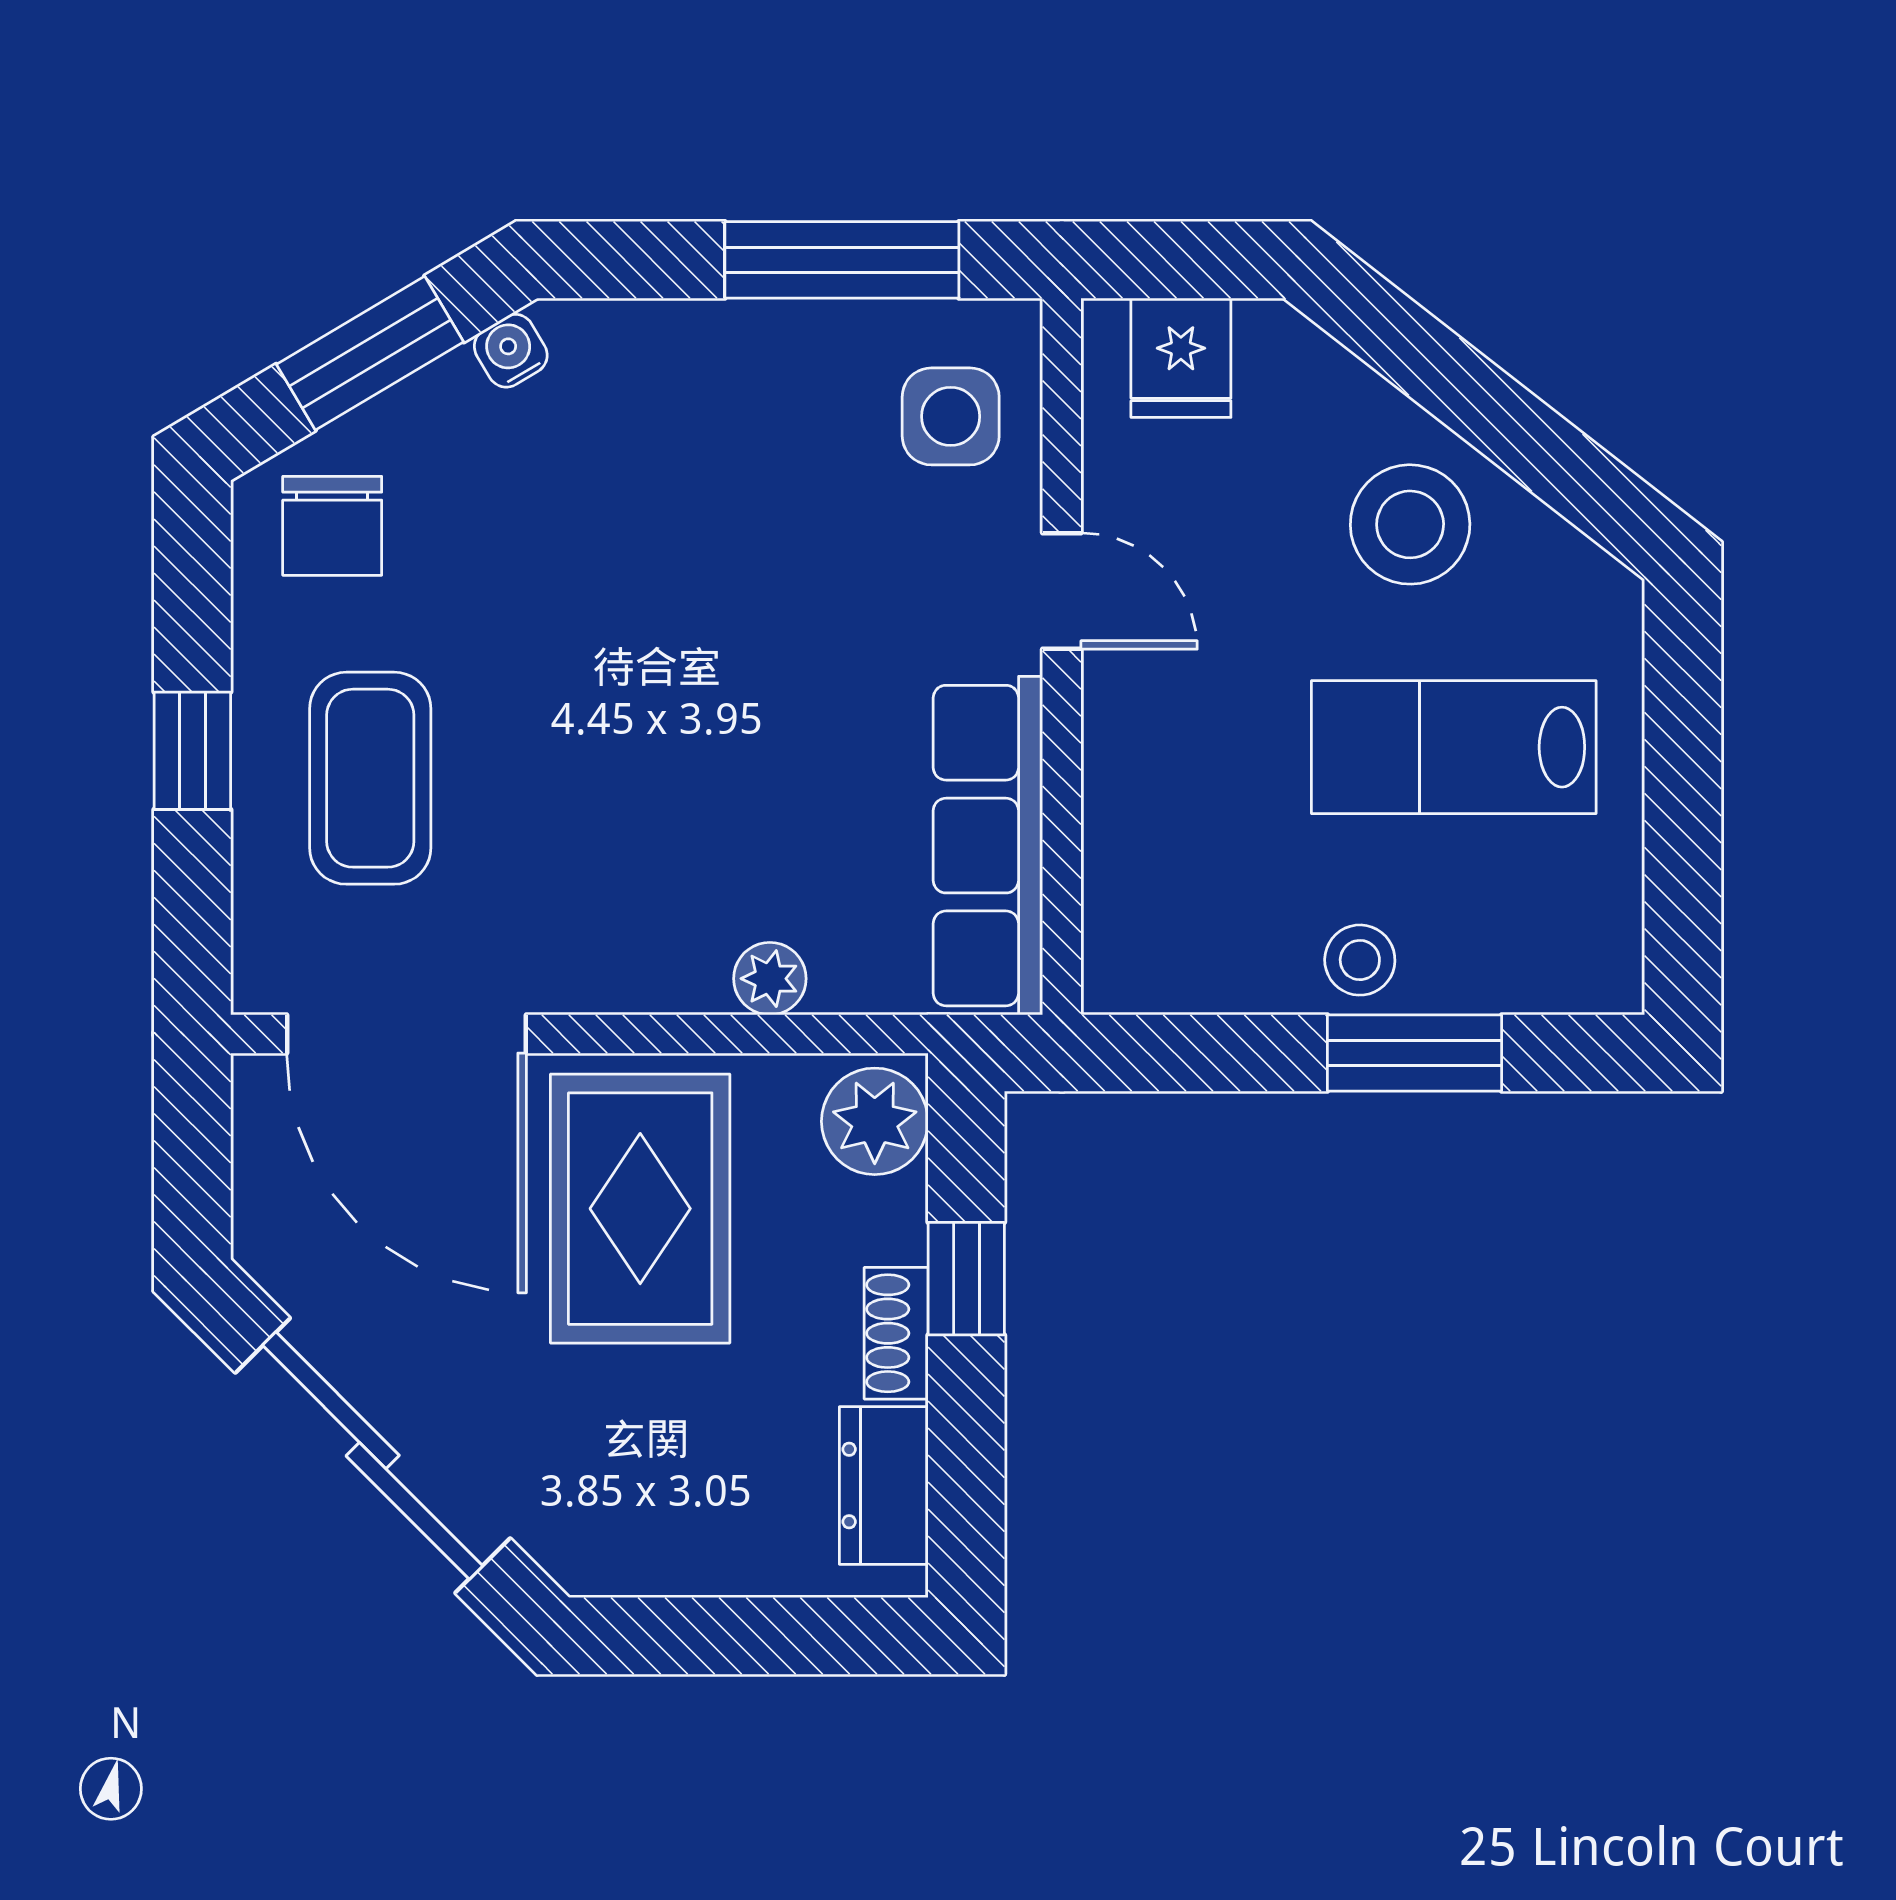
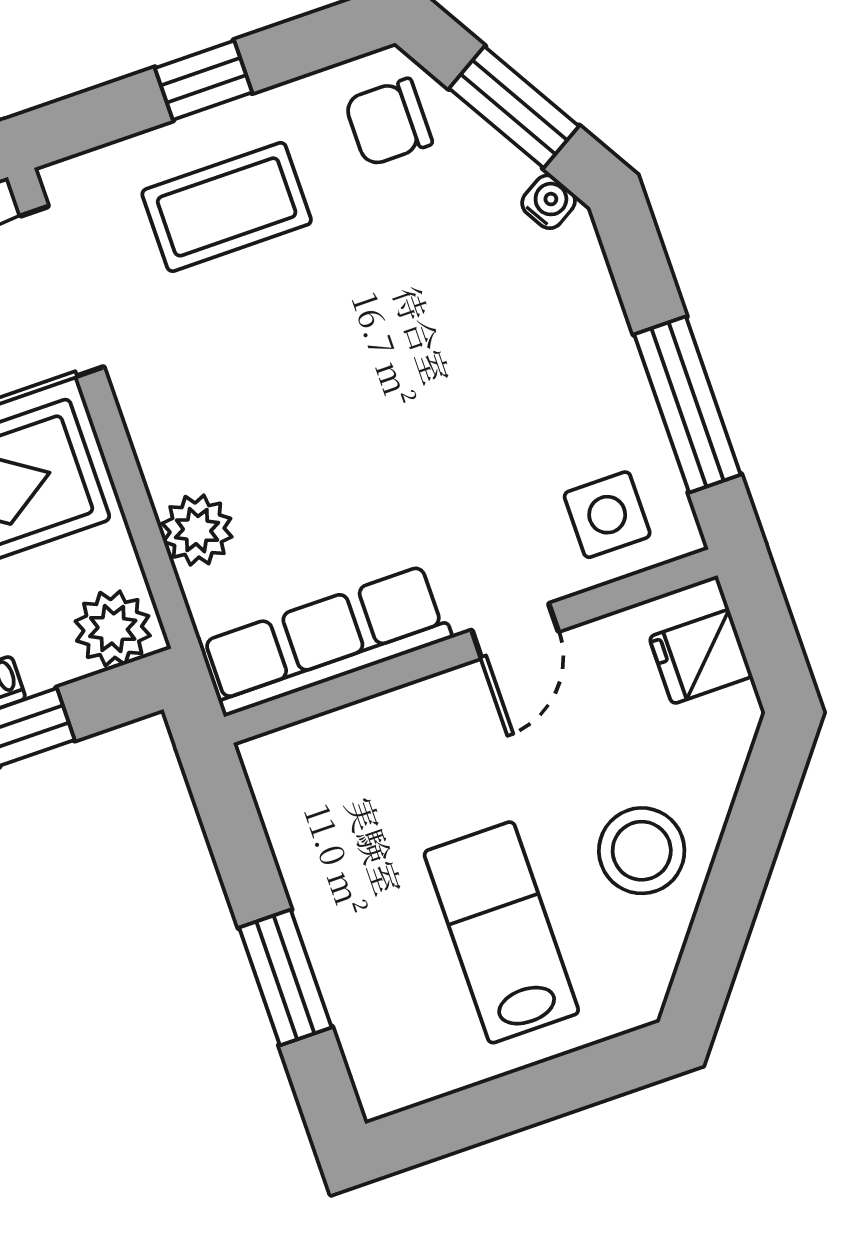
stool: (1360, 960) -> (335, 919), removed
plant: (770, 979) -> (197, 530), width x1.38, depth x1.38

